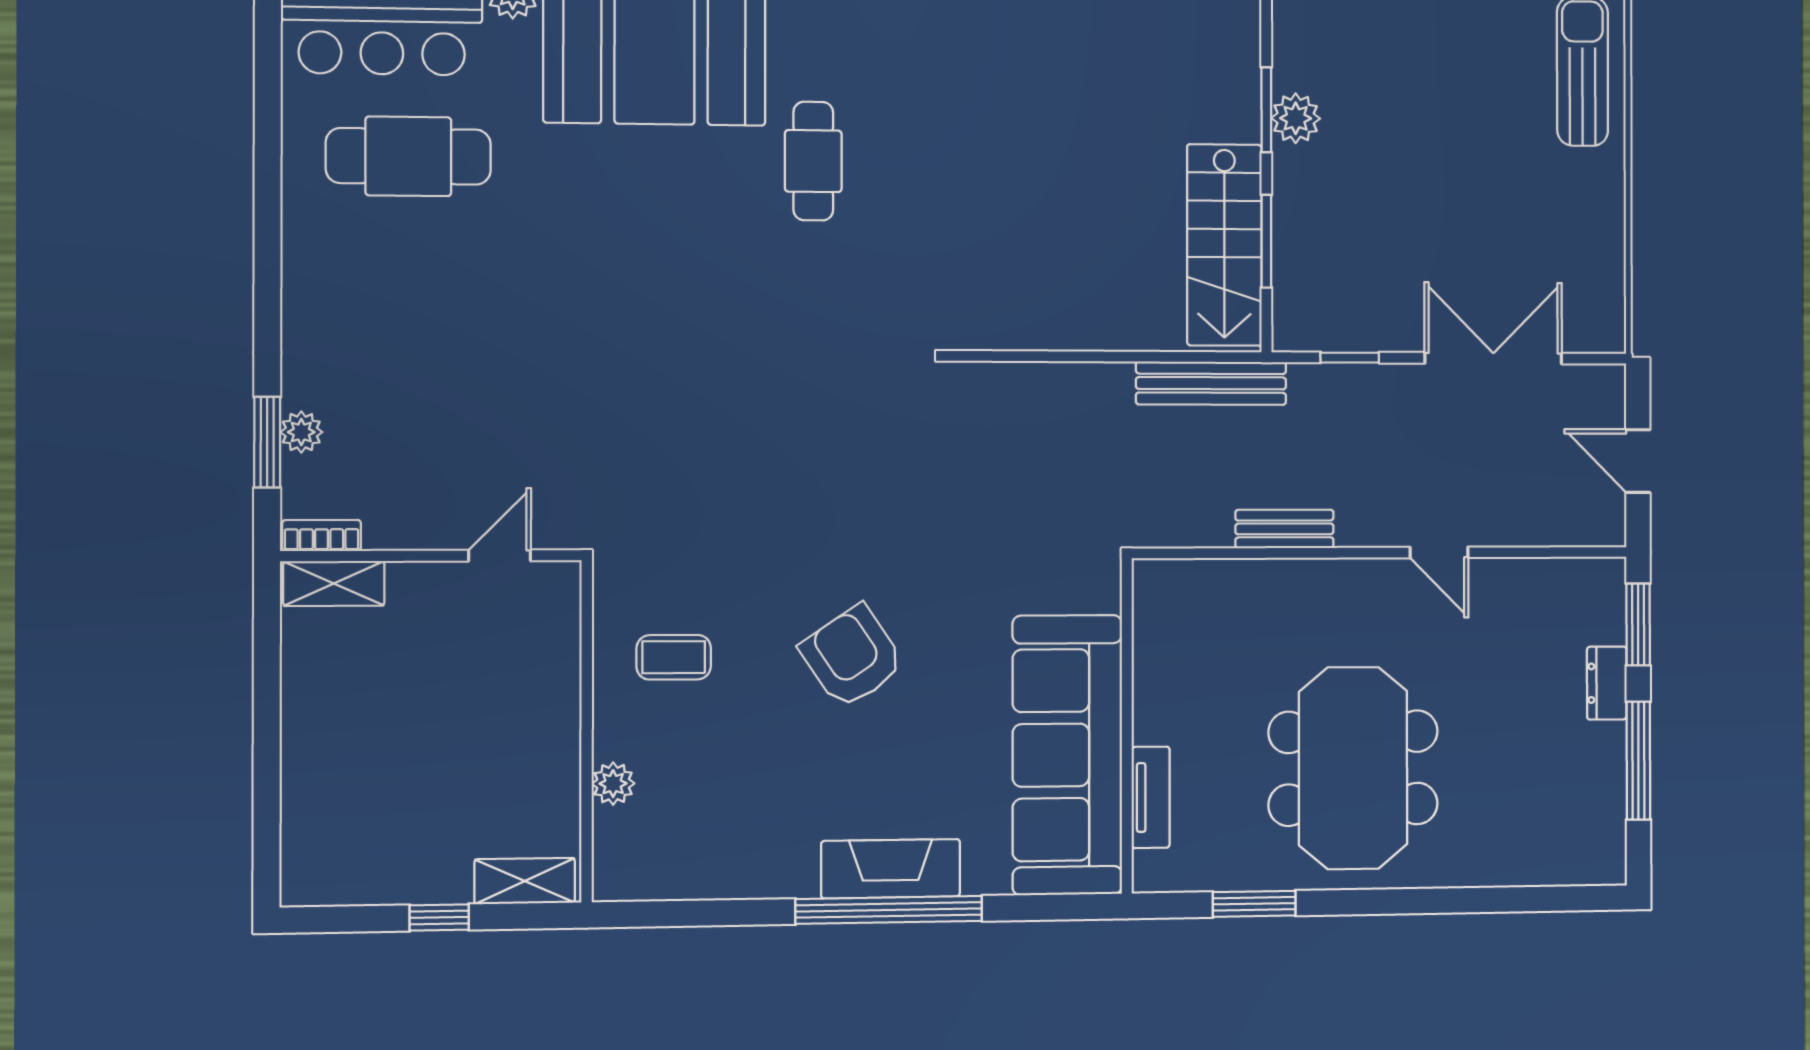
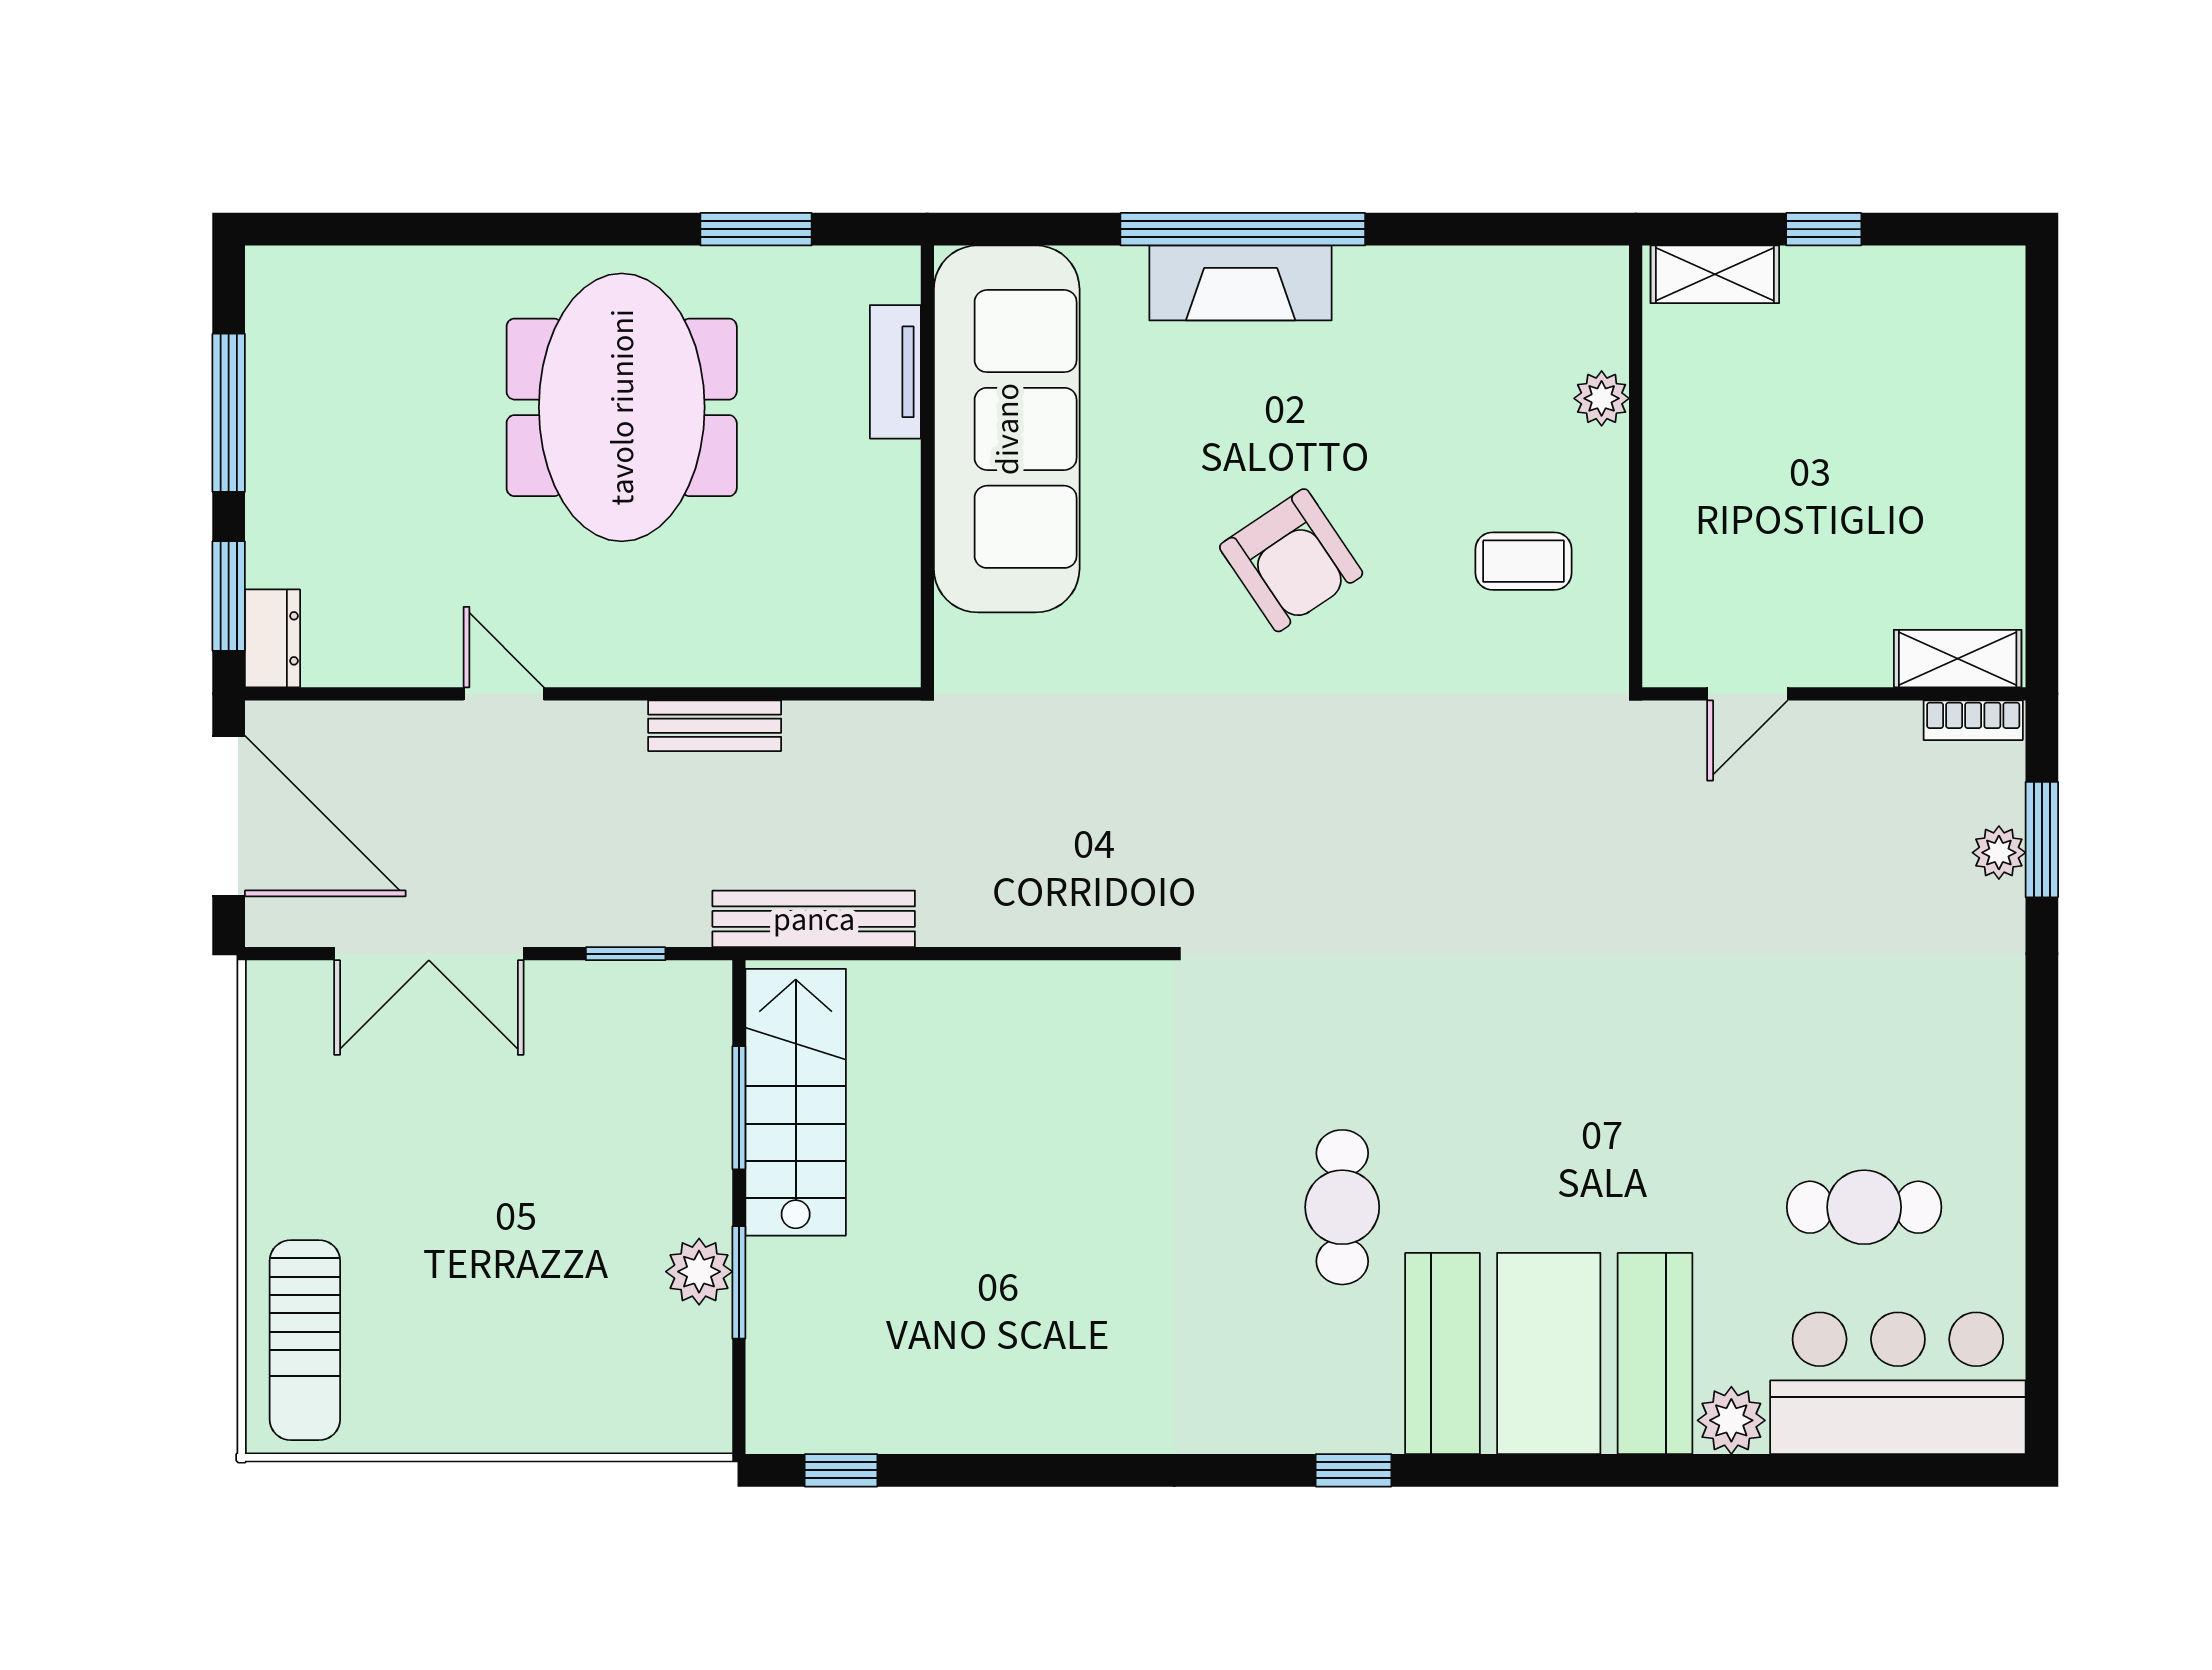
cafe table: (408, 156) -> (1864, 1207), width x0.73, depth x0.74
door: (1638, 461) -> (229, 816), width x1.87
dresser: (1607, 683) -> (272, 638), moved

